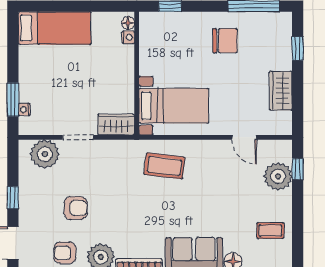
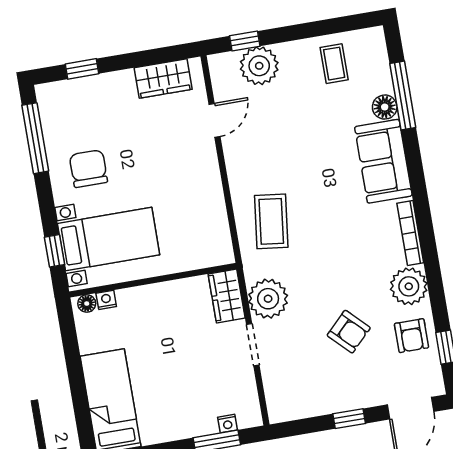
wardrobe: (281, 91) -> (163, 79), moved
bed with nightstands: (174, 106) -> (109, 239), moved, turned 90
plant: (45, 154) -> (268, 299), moved
armchair: (76, 208) -> (349, 332), turned 135

